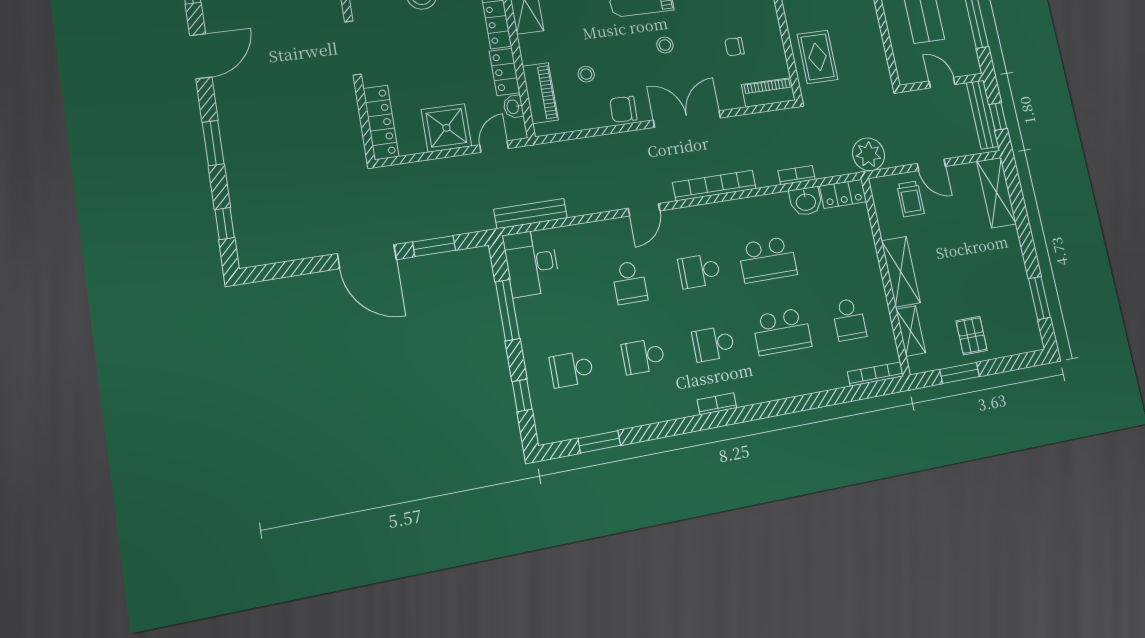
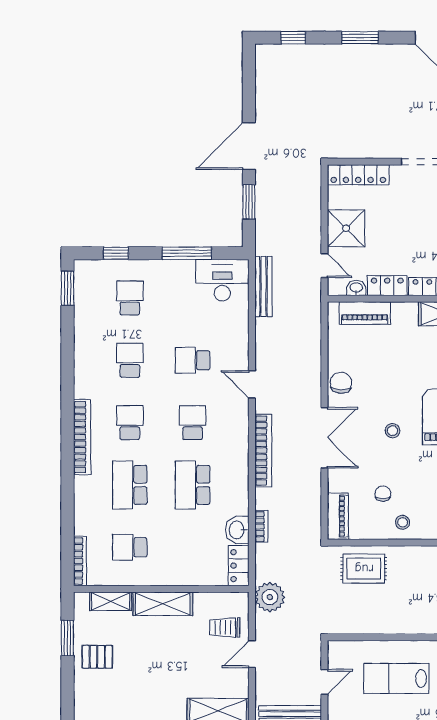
stool: (586, 74) -> (403, 522), moved
bookcase: (717, 404) -> (82, 437), width x2.31, depth x1.31
window: (599, 442) -> (67, 288), moved

